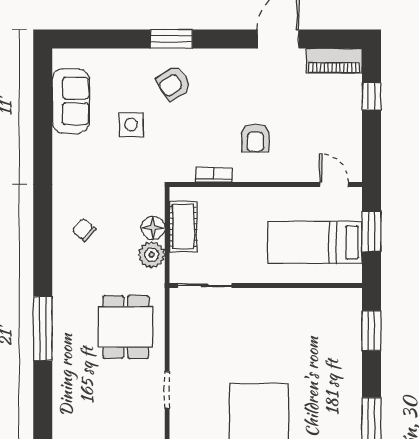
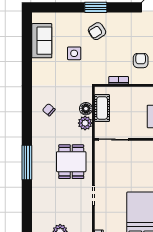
armchair: (255, 138) -> (141, 61), turned 180

